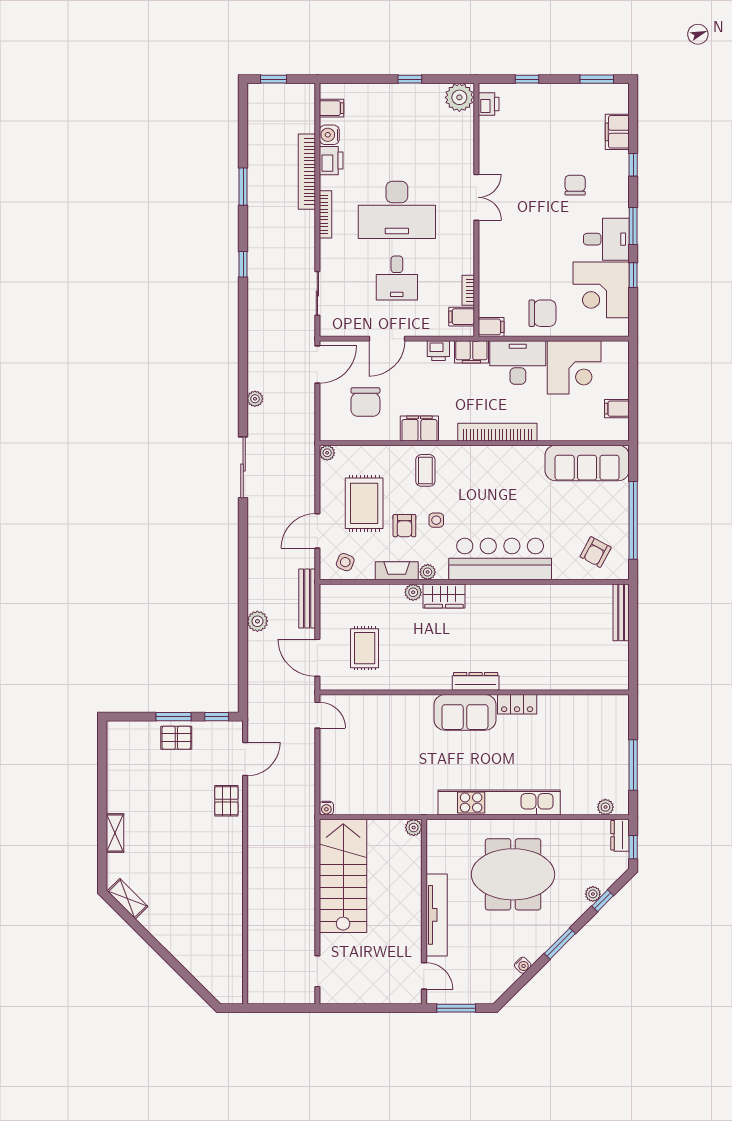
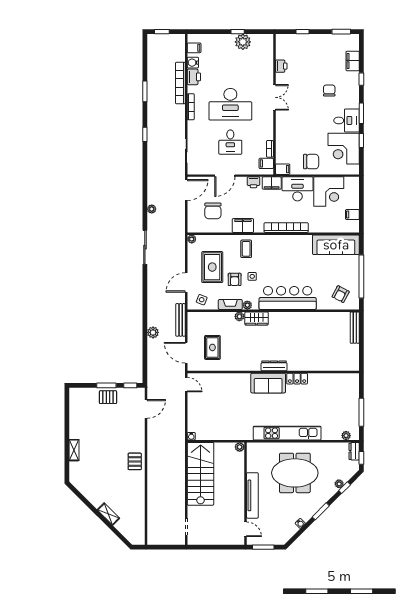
plant: (459, 97) -> (243, 42), moved
printer: (489, 104) -> (281, 66), moved
pallet: (226, 801) -> (135, 461), moved
shelving: (127, 899) -> (108, 514), moved

